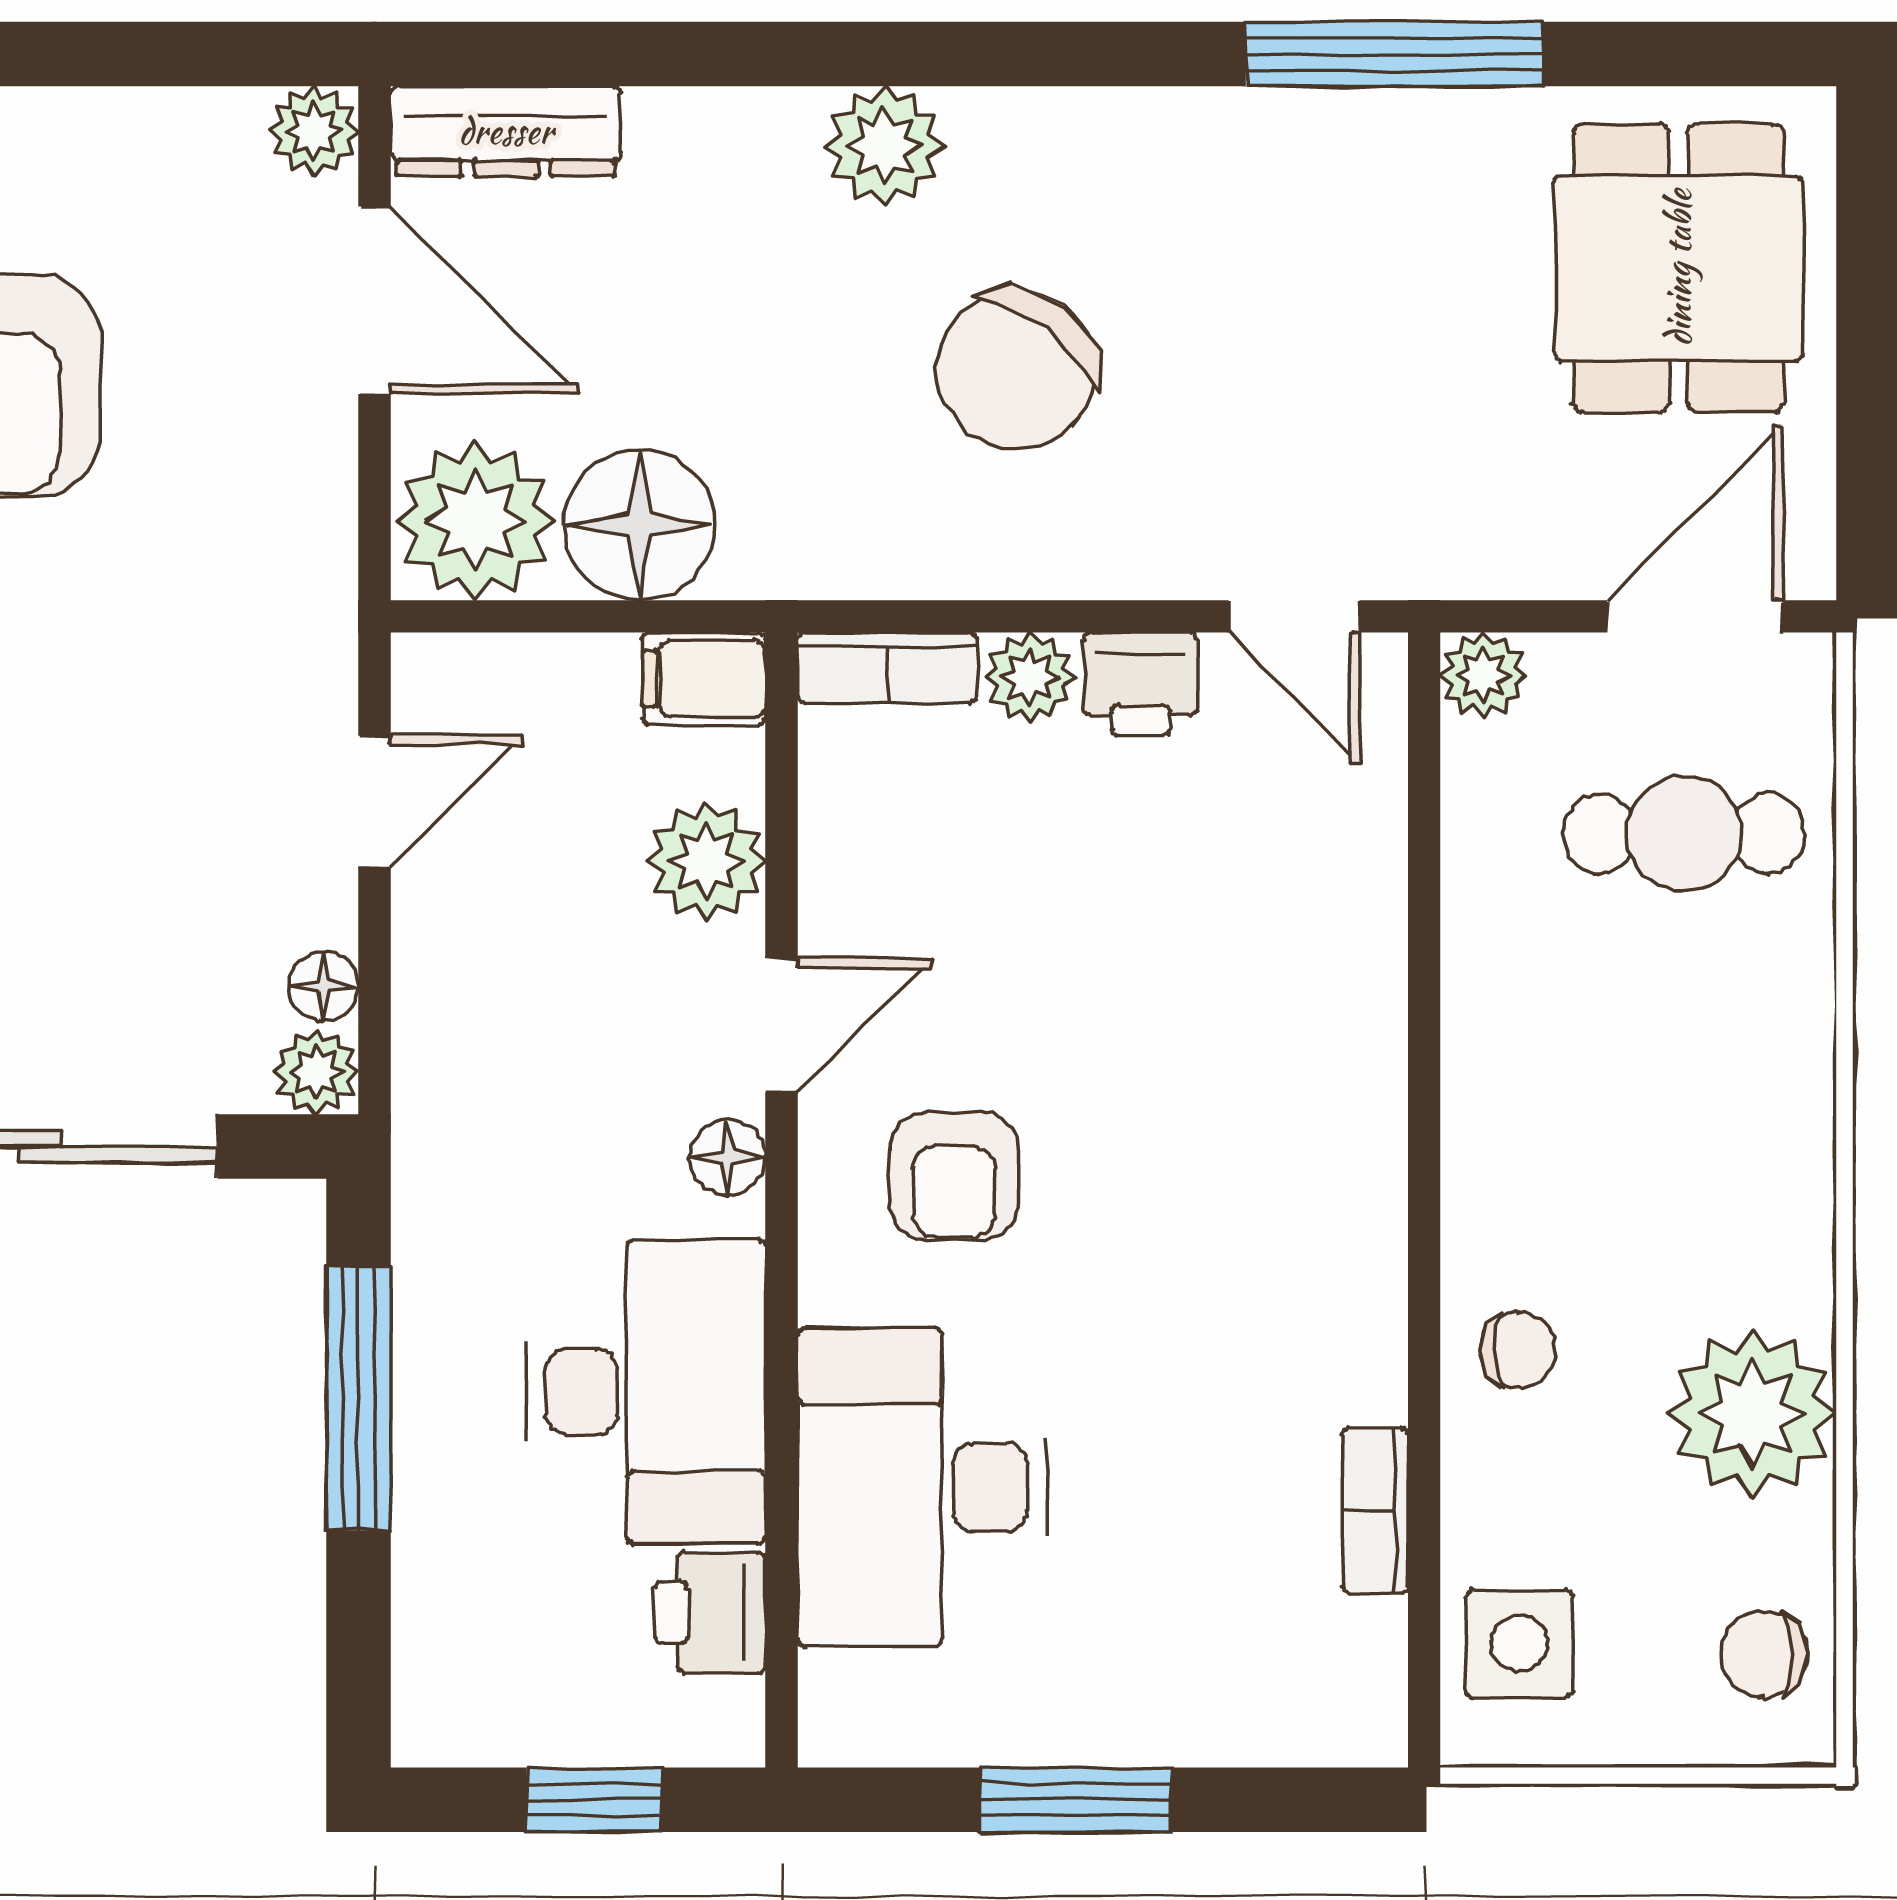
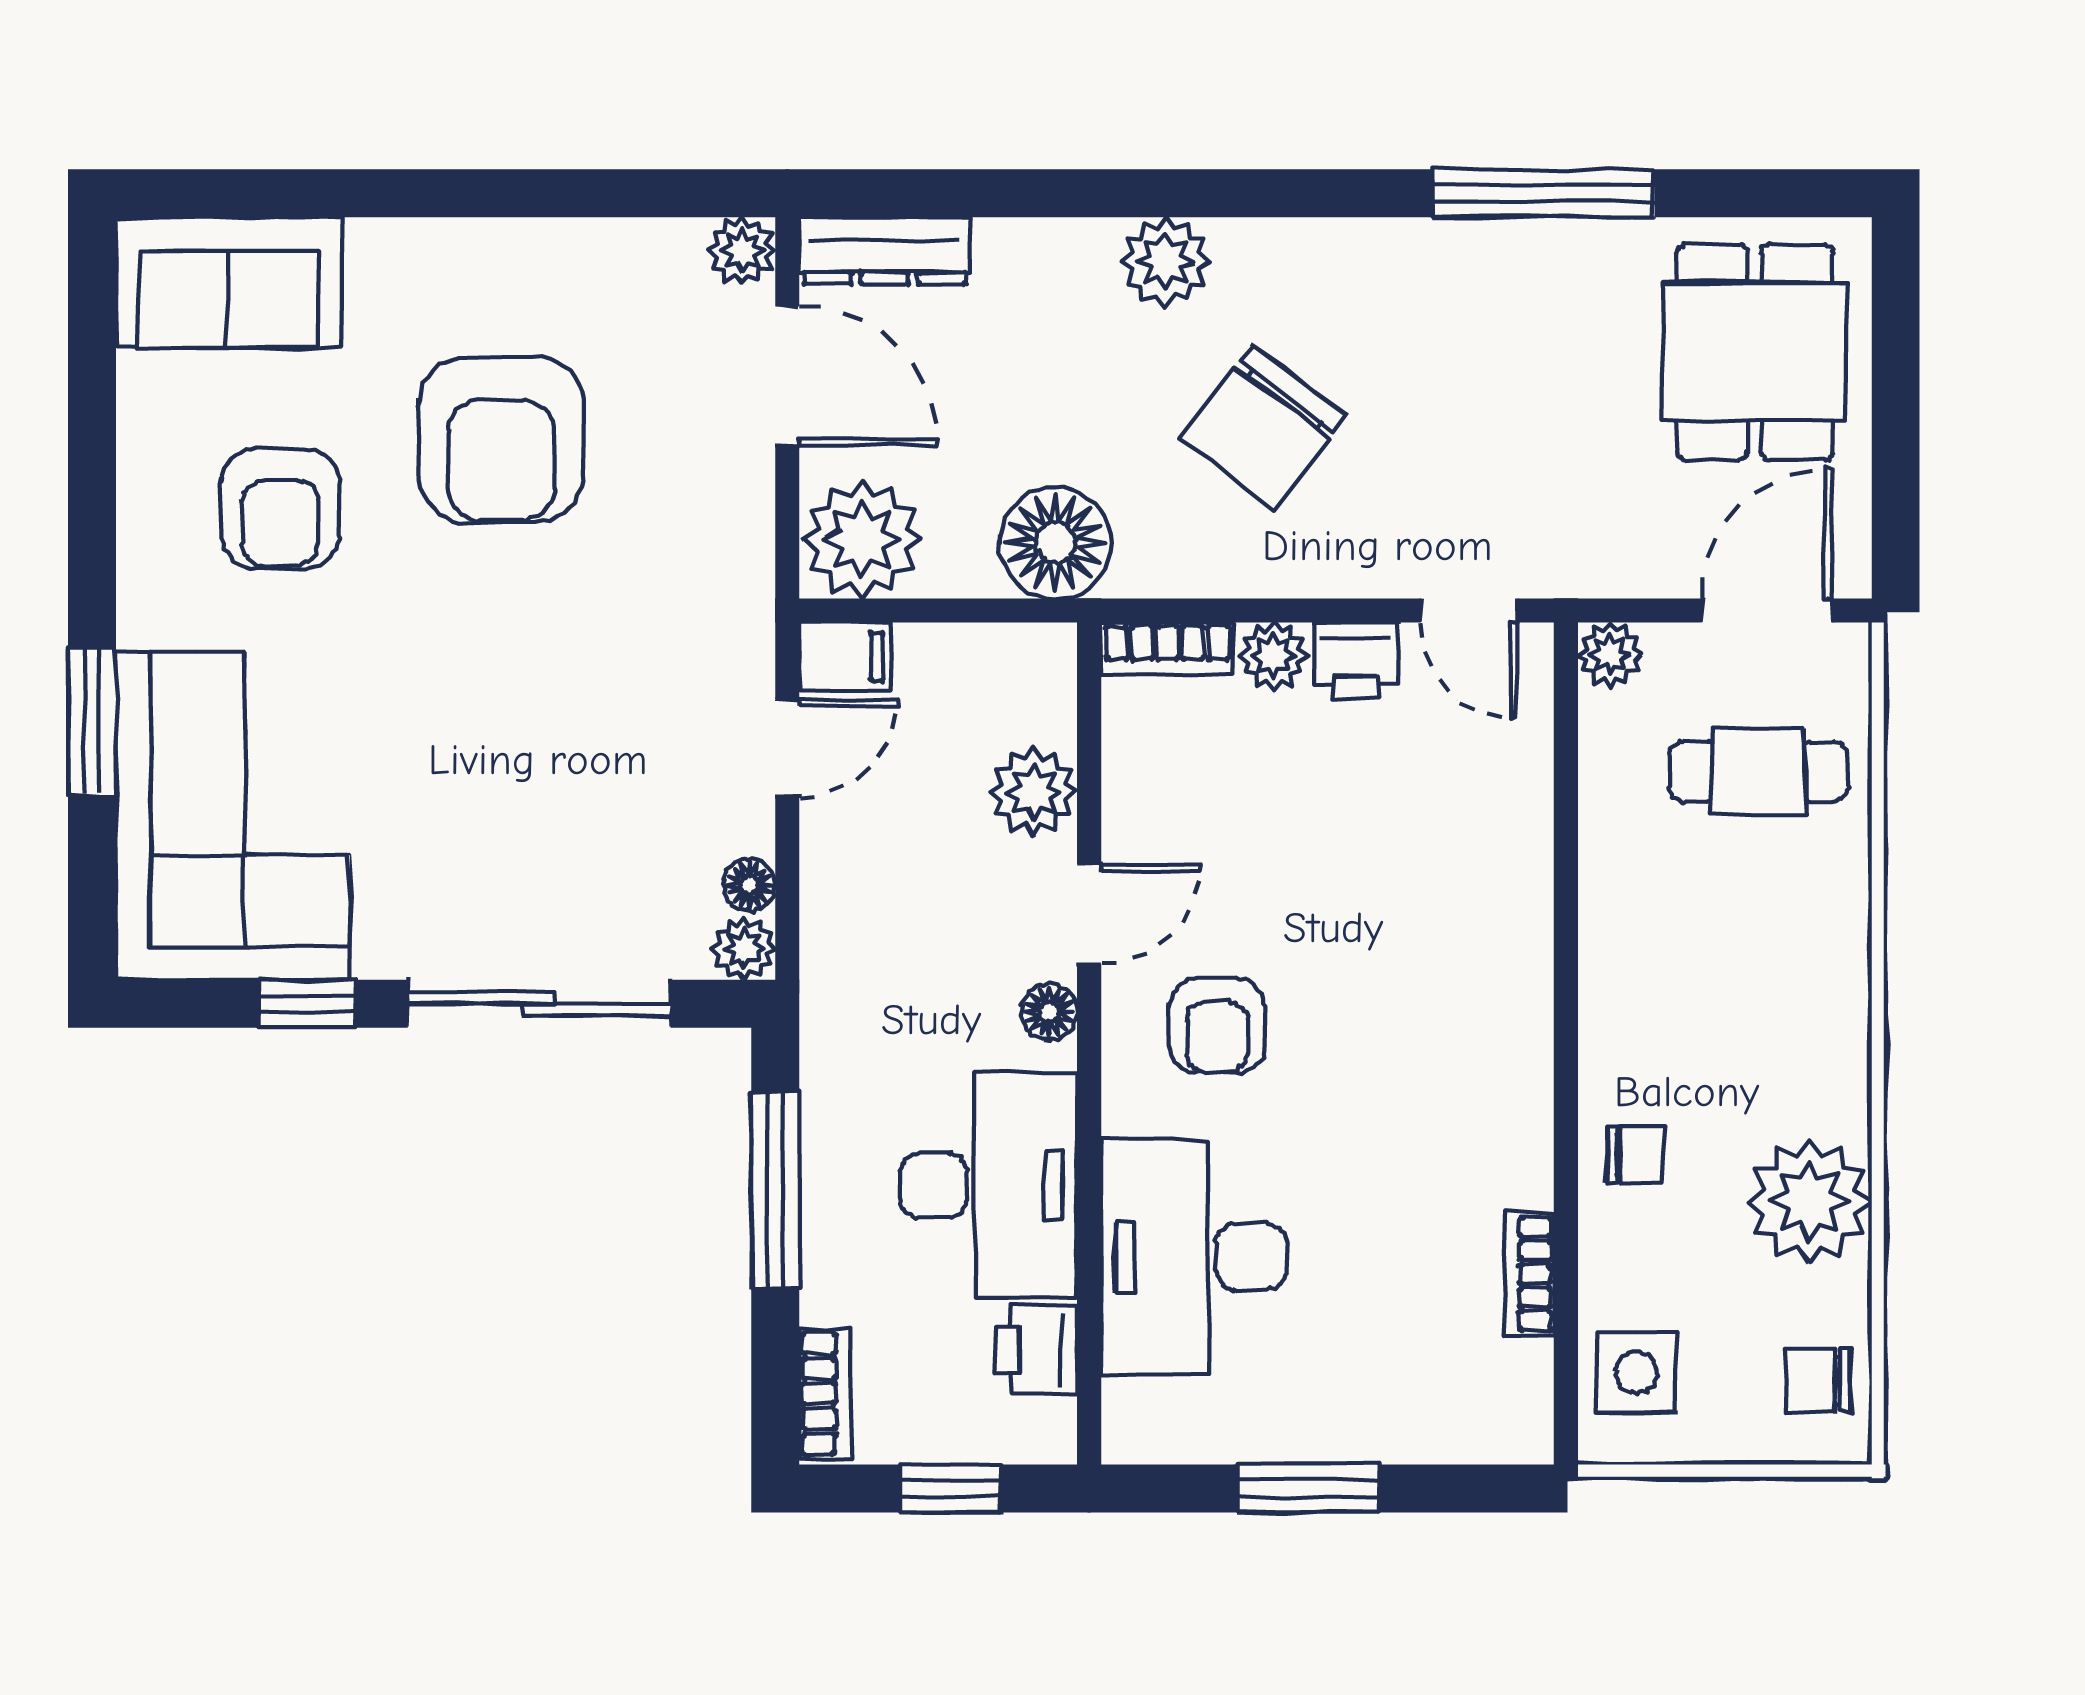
floor lamp: (639, 525) -> (1055, 543), moved
filing cabinet: (704, 679) -> (845, 657), moved, turned 180
bookcase: (426, 1672) -> (825, 1394), added

